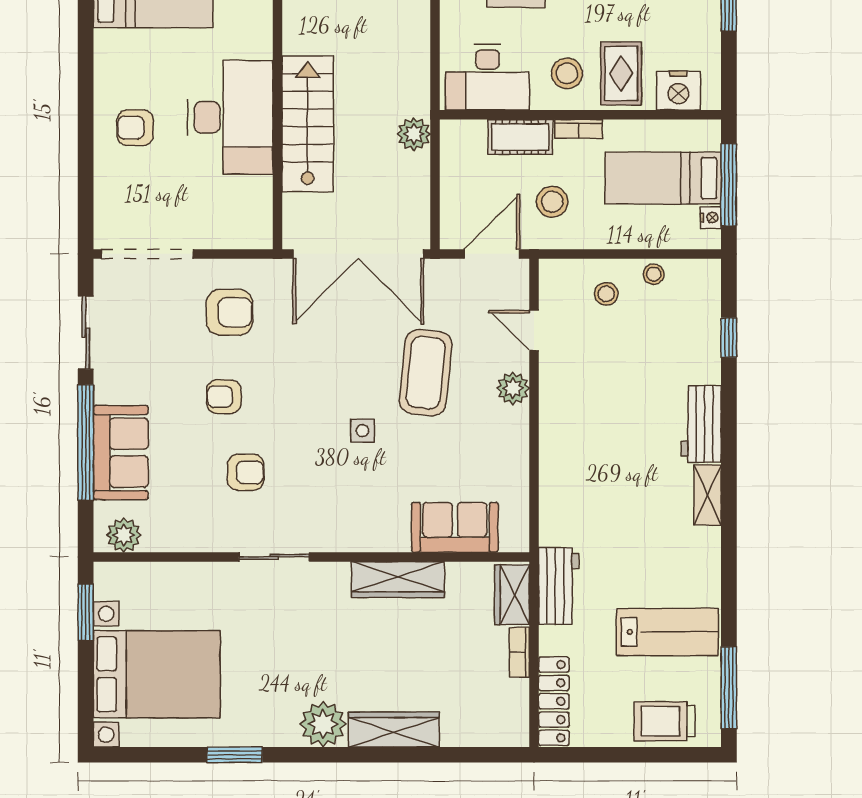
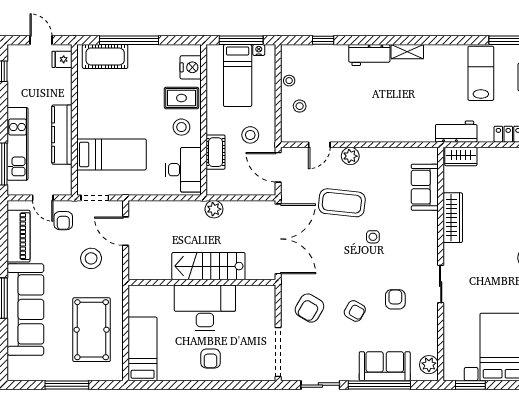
bookcase: (579, 129) -> (211, 121), removed
armchair: (229, 312) -> (309, 308), turned -149
armchair: (224, 397) -> (355, 311), turned -60
bookcase: (519, 652) -> (492, 153), removed

